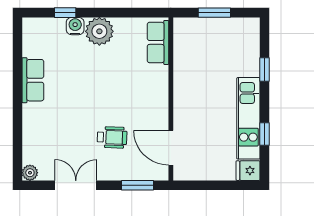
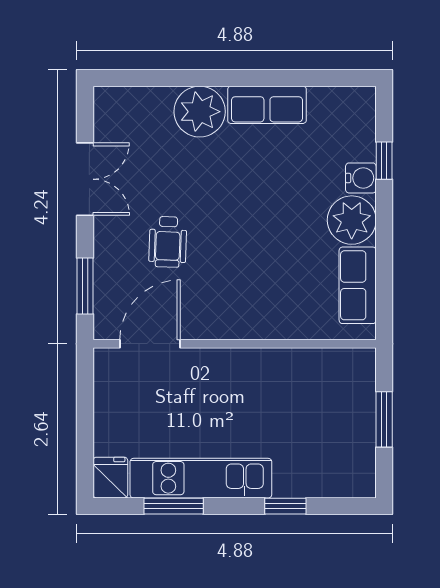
row of seats: (158, 42) -> (358, 285), moved, turned -90
window: (265, 134) -> (174, 506), width x1.50
plant: (30, 173) -> (200, 112), moved, width x1.87, depth x1.87

